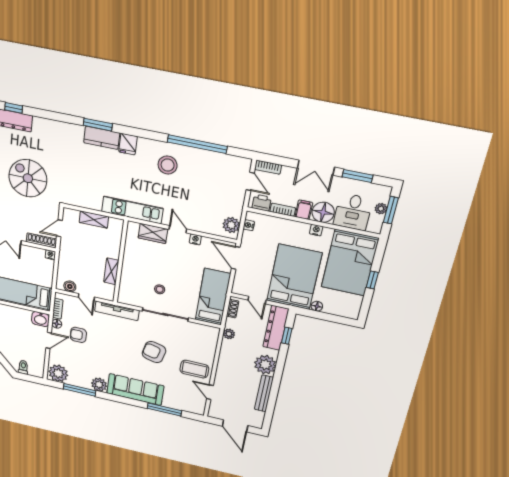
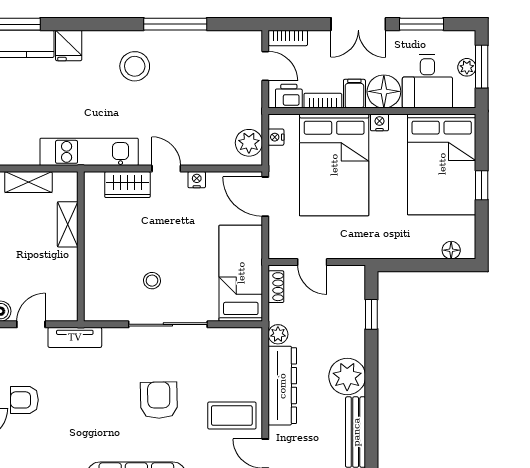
window: (197, 144) -> (175, 24), width x0.68
shelving: (111, 271) -> (68, 224), moved
bed: (294, 277) -> (334, 165), moved, turned 180
door: (86, 297) -> (31, 324), swing flipped
floor lamp: (317, 306) -> (451, 250), moved
tv unit: (117, 311) -> (75, 337), width x0.71
dresser: (276, 328) -> (282, 386), moved, turned 180
armchair: (154, 352) -> (159, 400), turned 76

